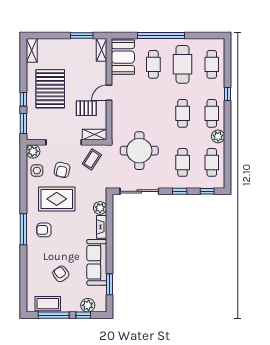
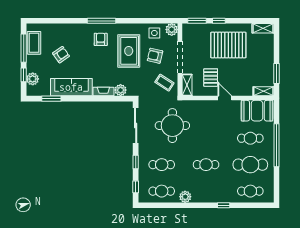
cafe table: (212, 113) -> (206, 191), removed

